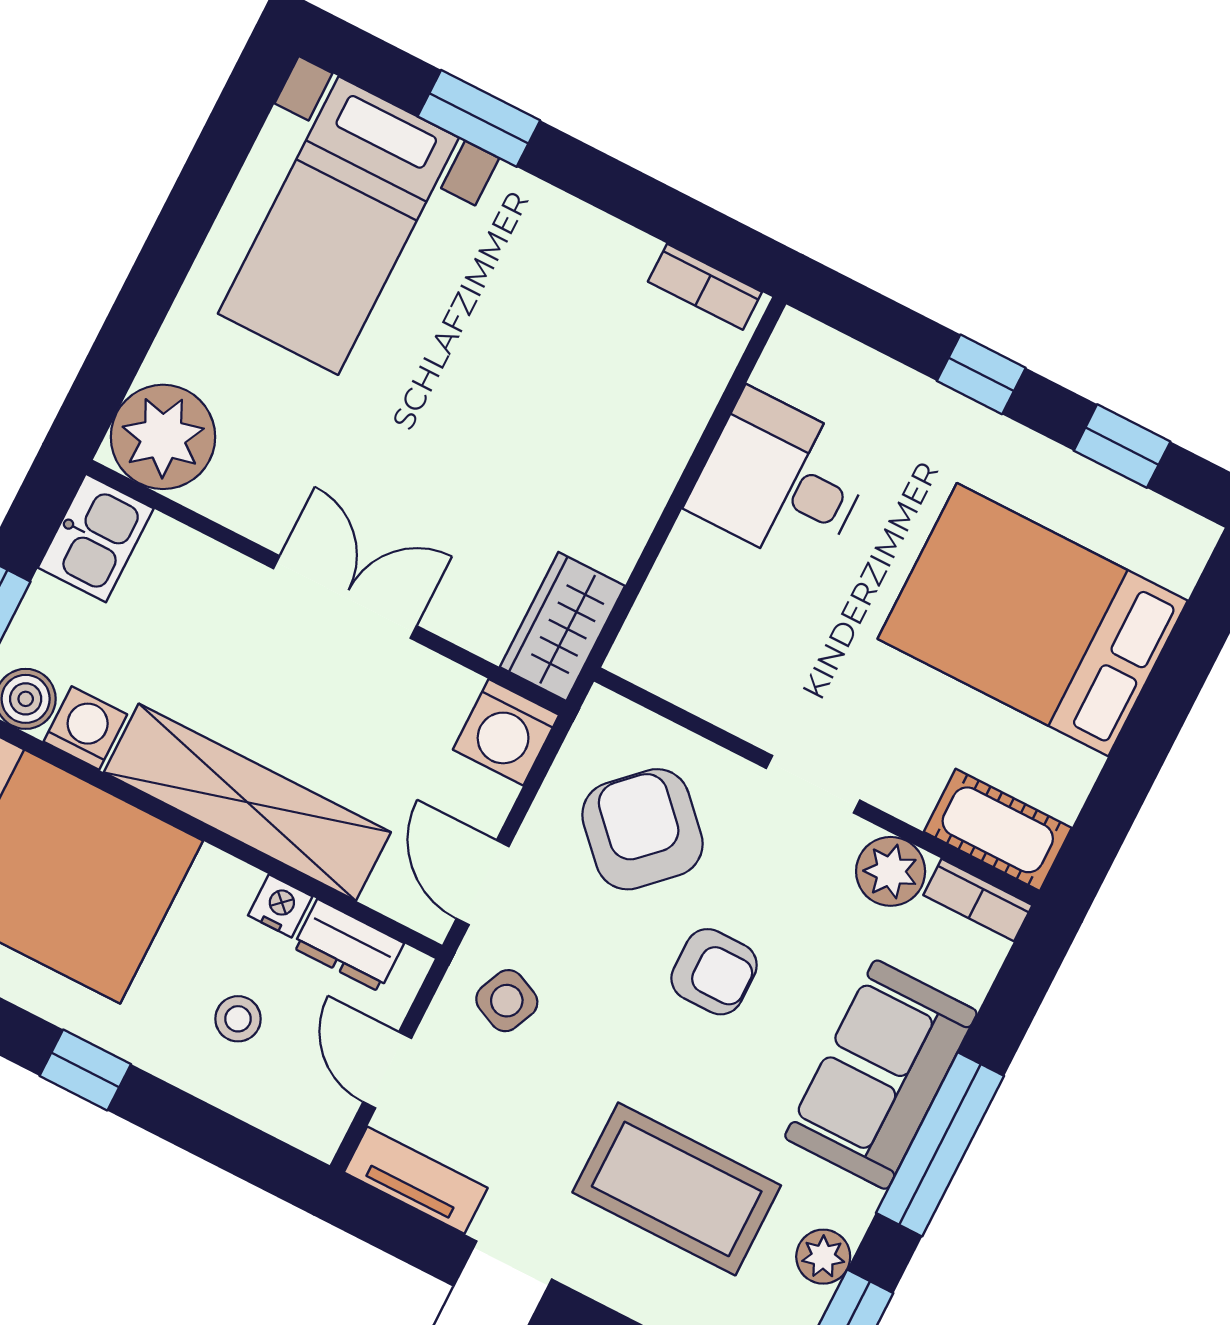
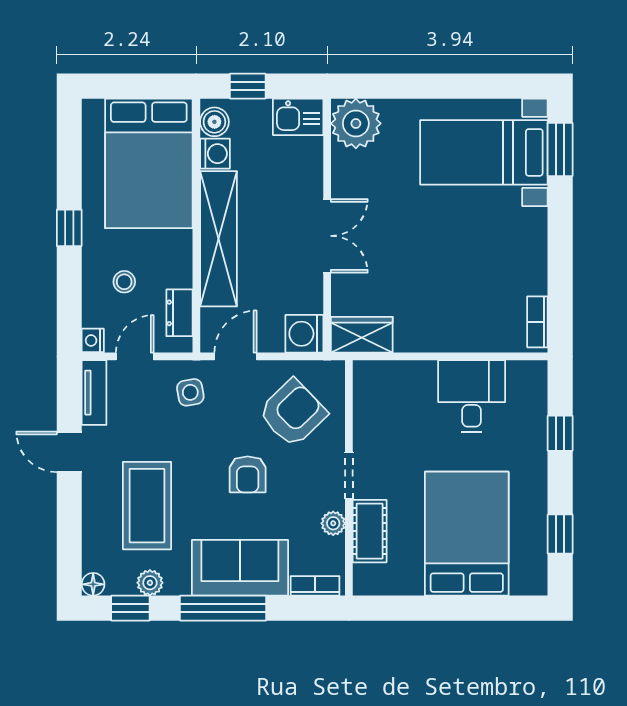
window: (479, 118) -> (560, 149), moved
window: (981, 374) -> (560, 433), moved
cot: (998, 830) -> (370, 531), moved
plant: (891, 871) -> (333, 523), width x0.73, depth x0.73
bookcase: (978, 900) -> (315, 586), moved, turned 90
nightstand: (280, 906) -> (93, 340), moved, turned 180
side table: (507, 1001) -> (190, 392), turned -34

